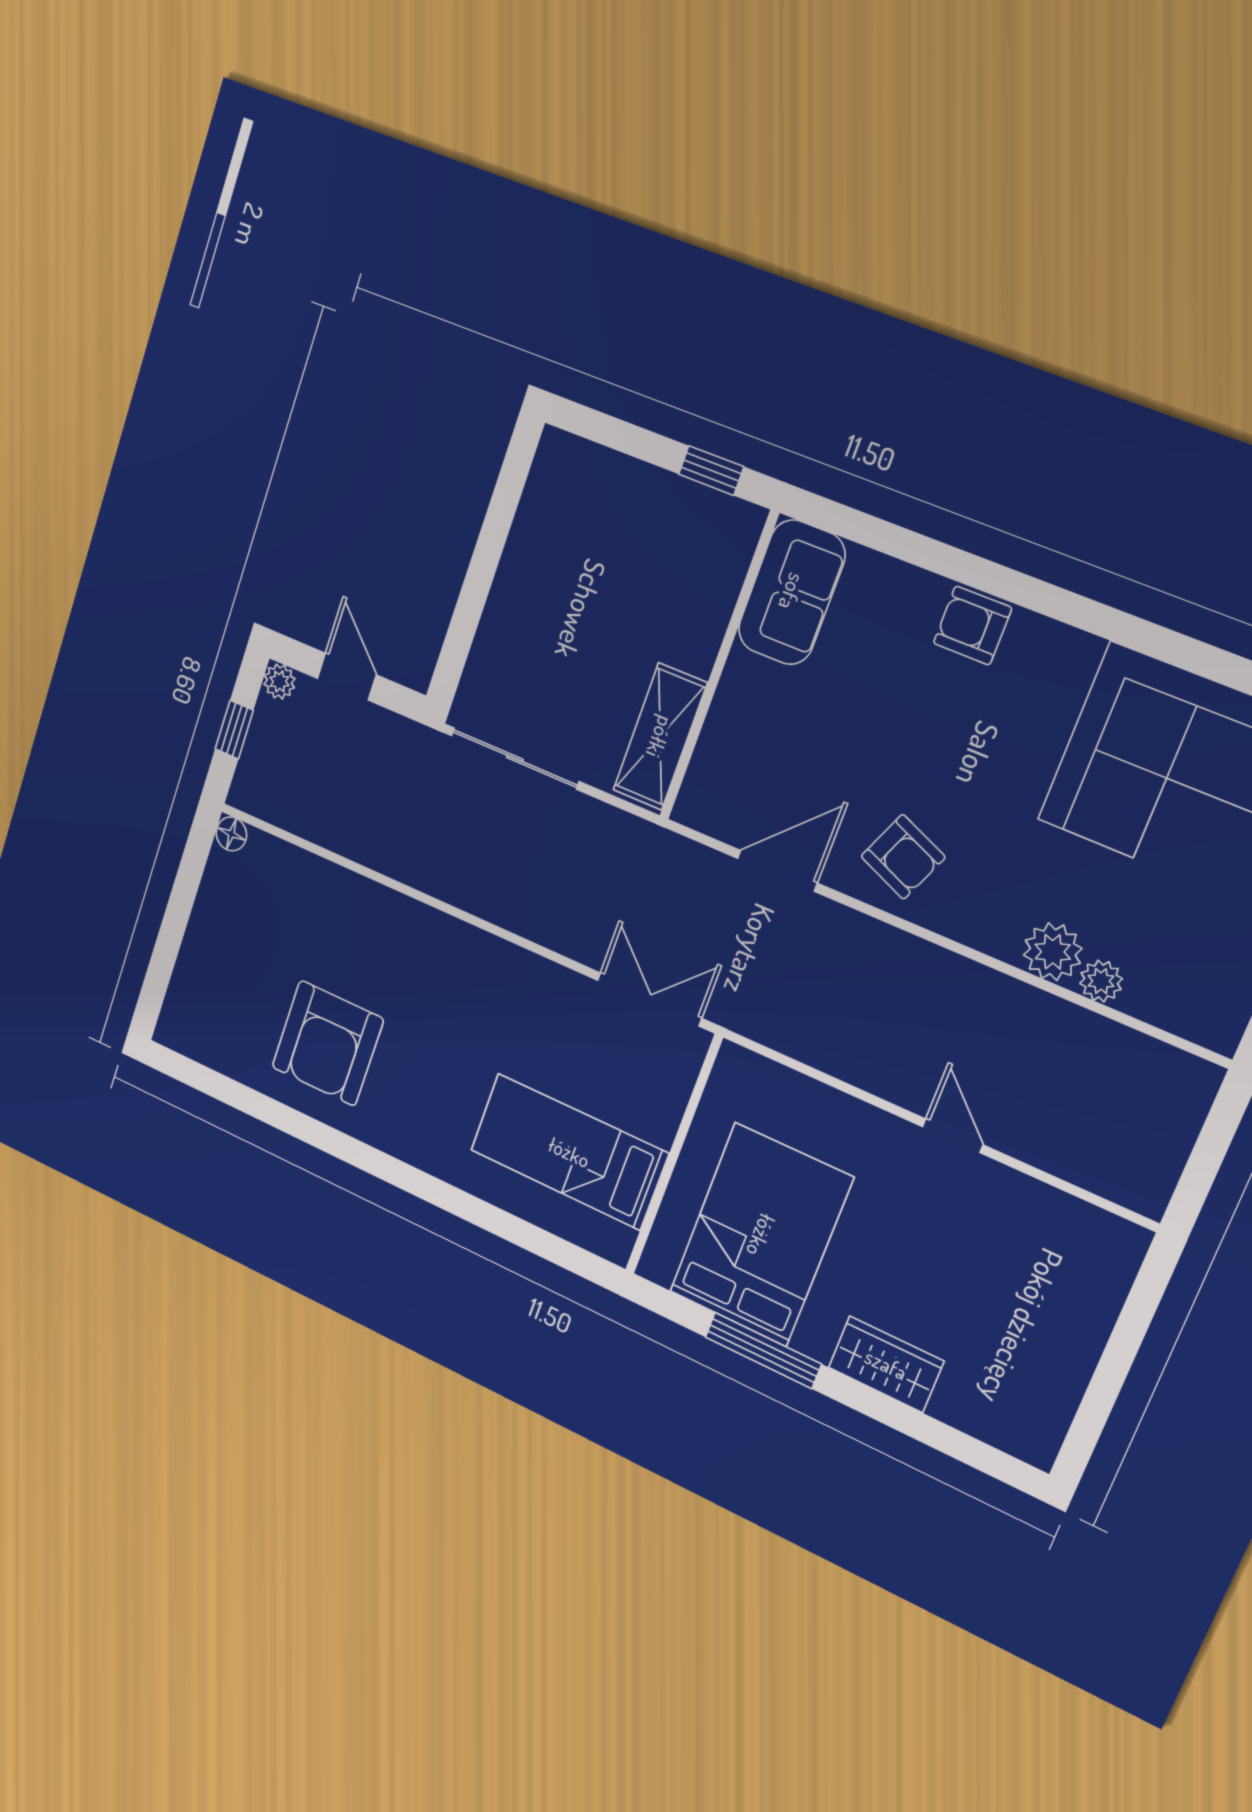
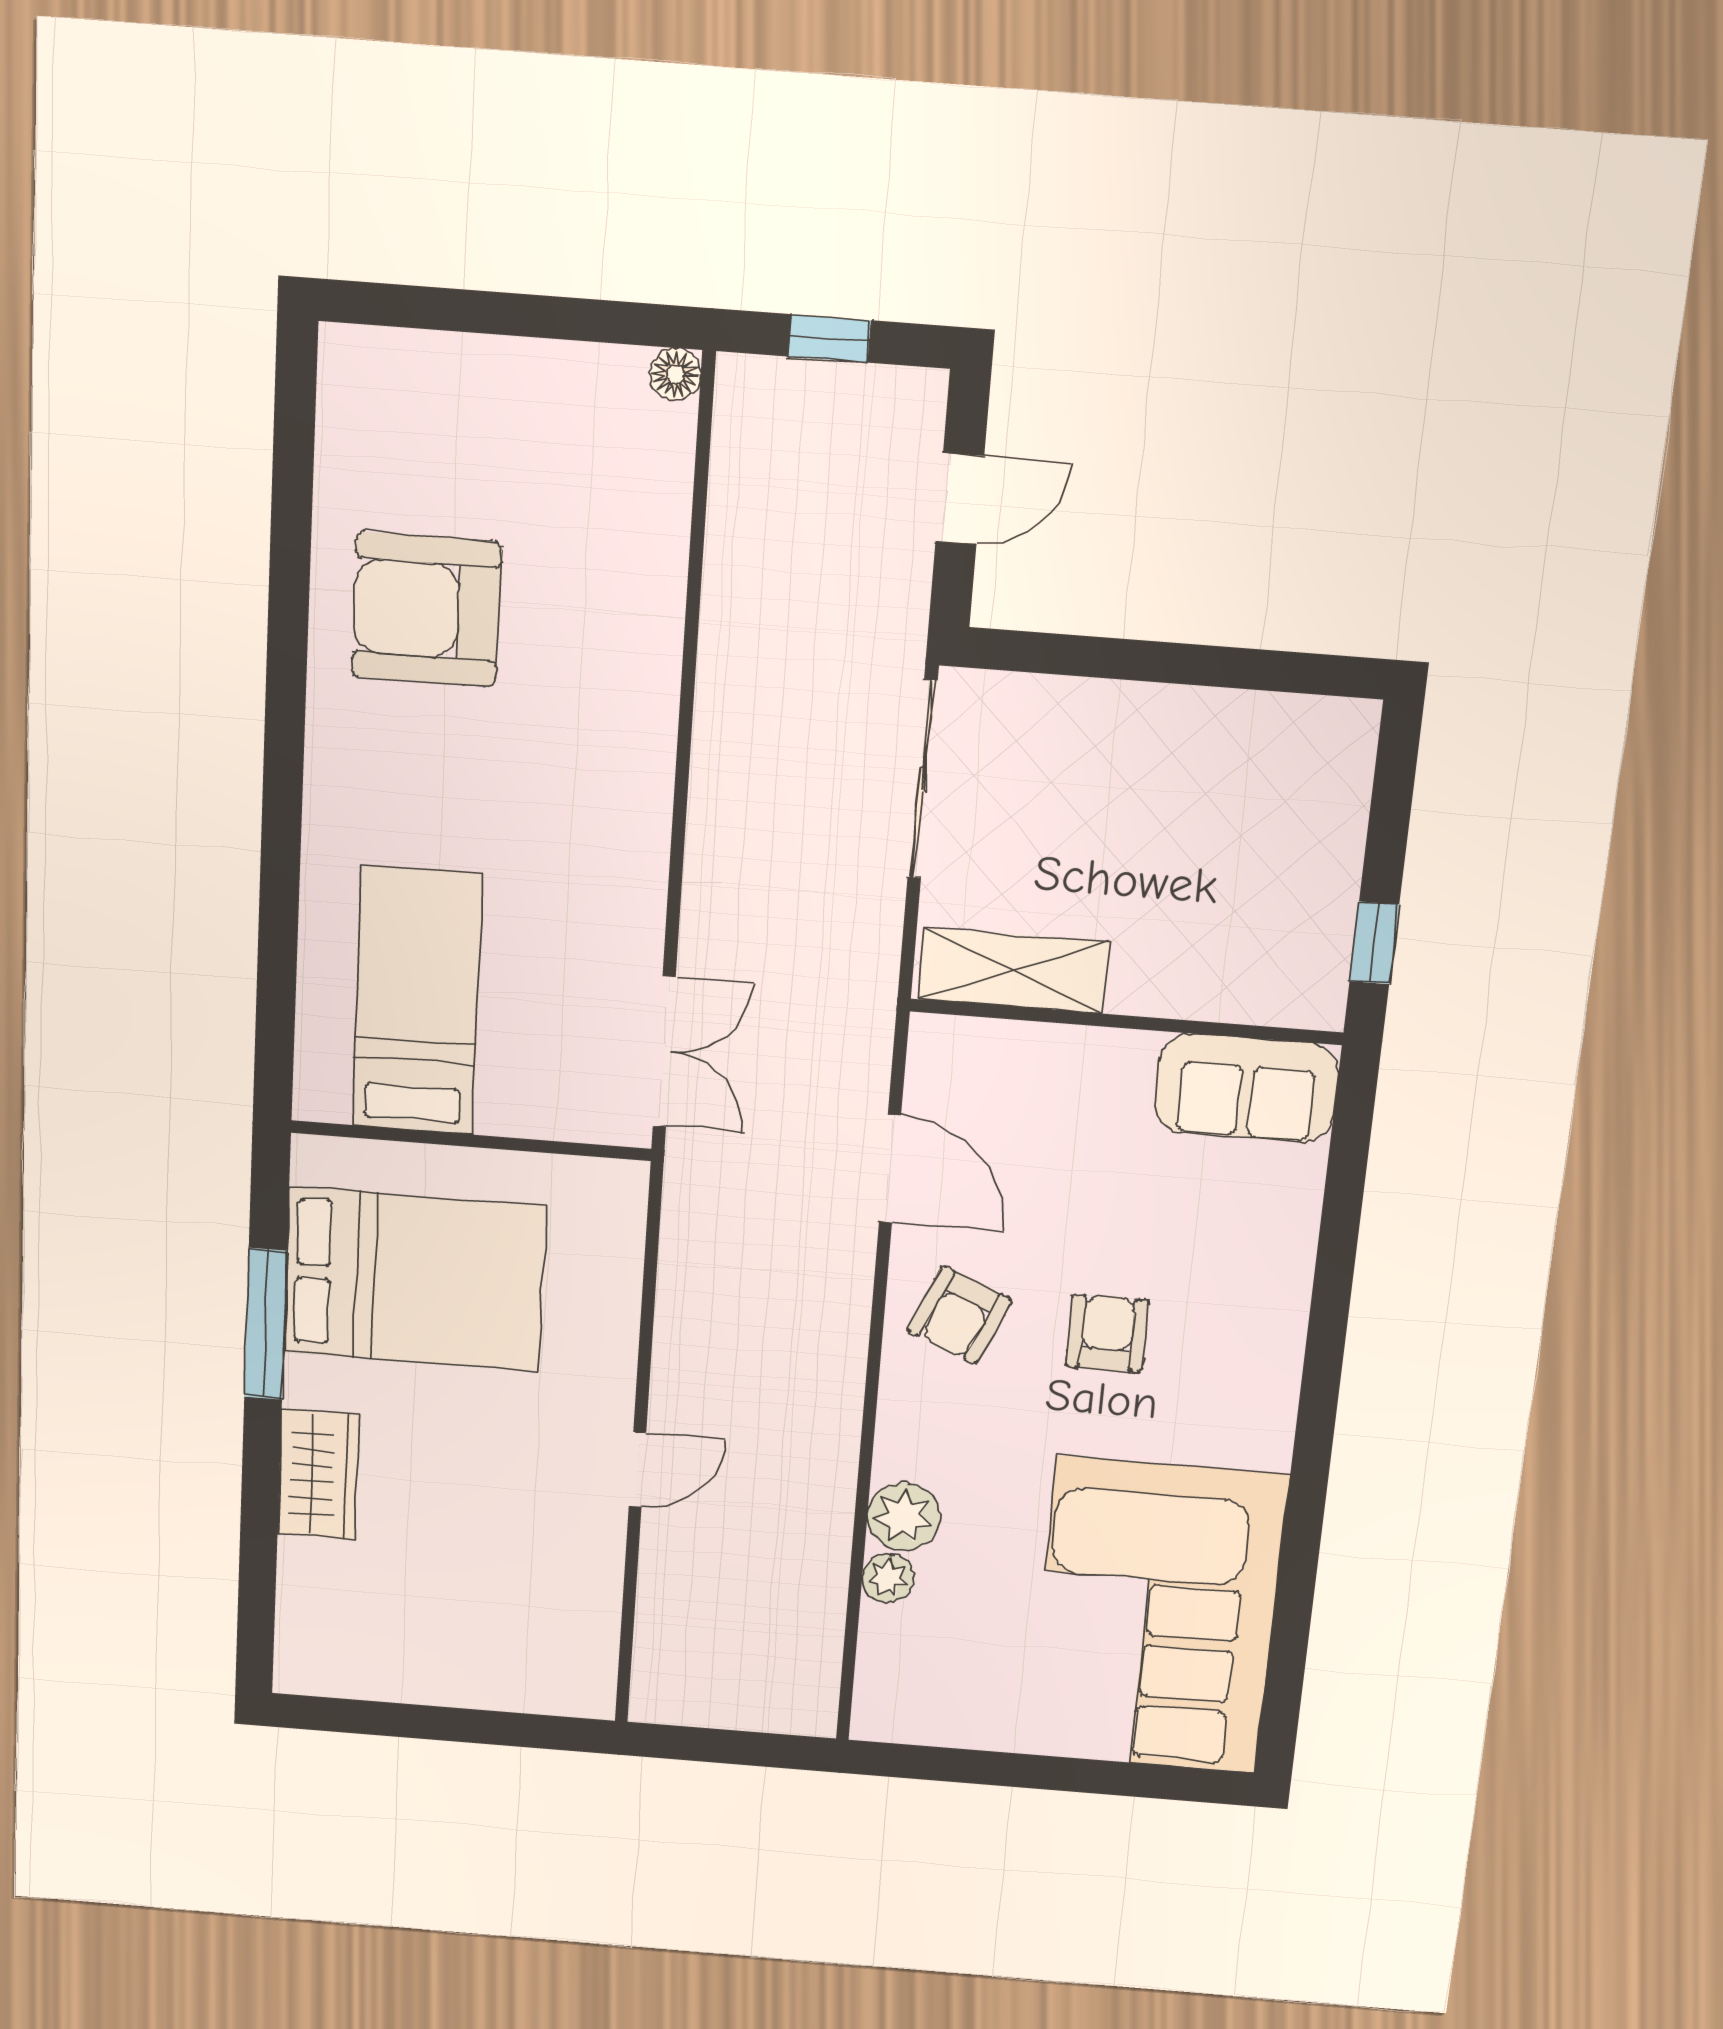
armchair: (973, 626) -> (1107, 1334), moved
plant: (279, 681) -> (921, 394), removed

